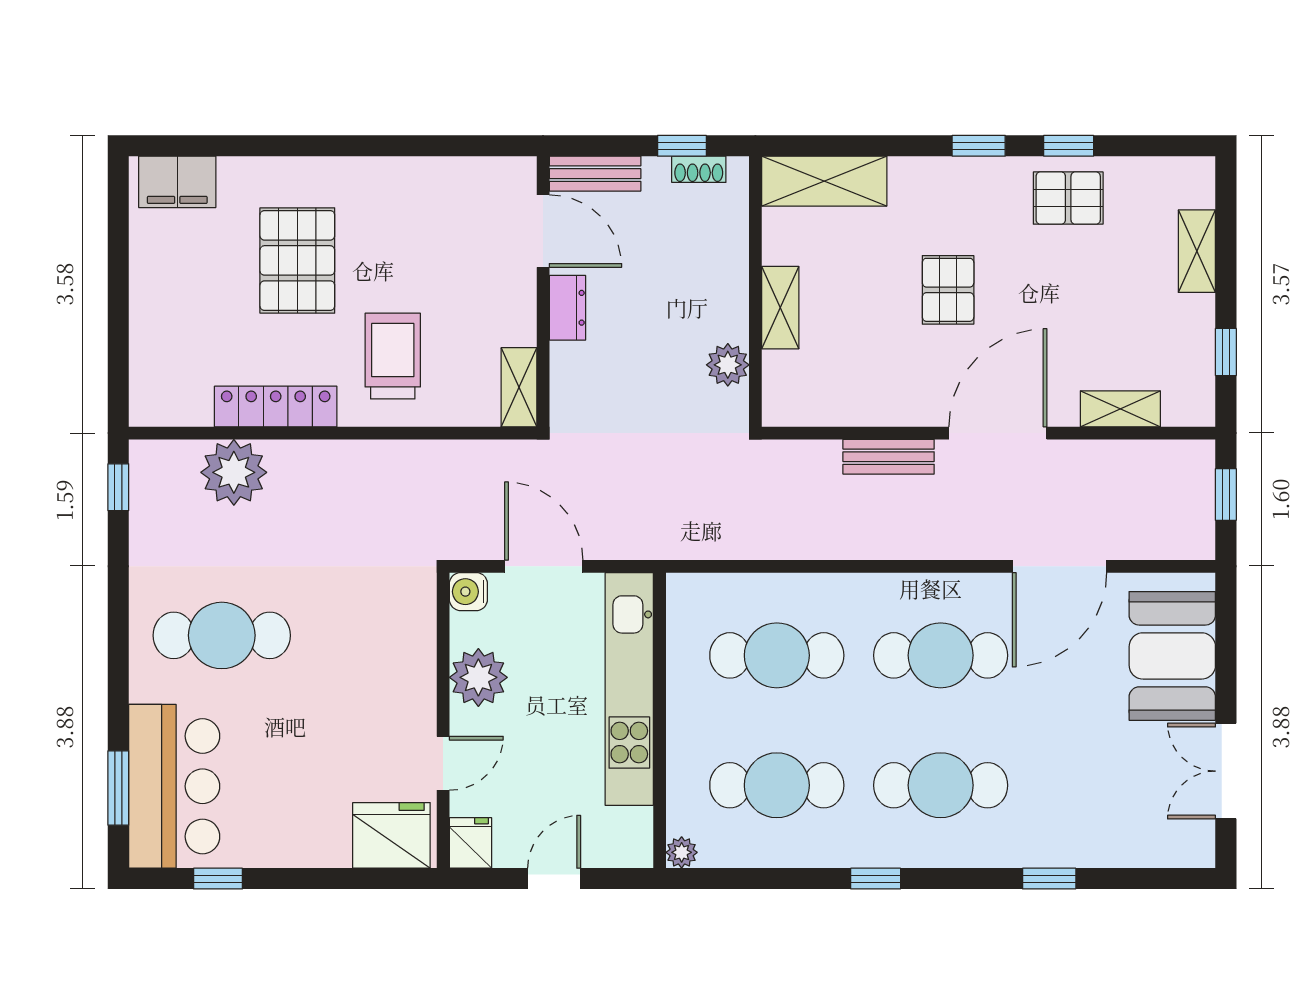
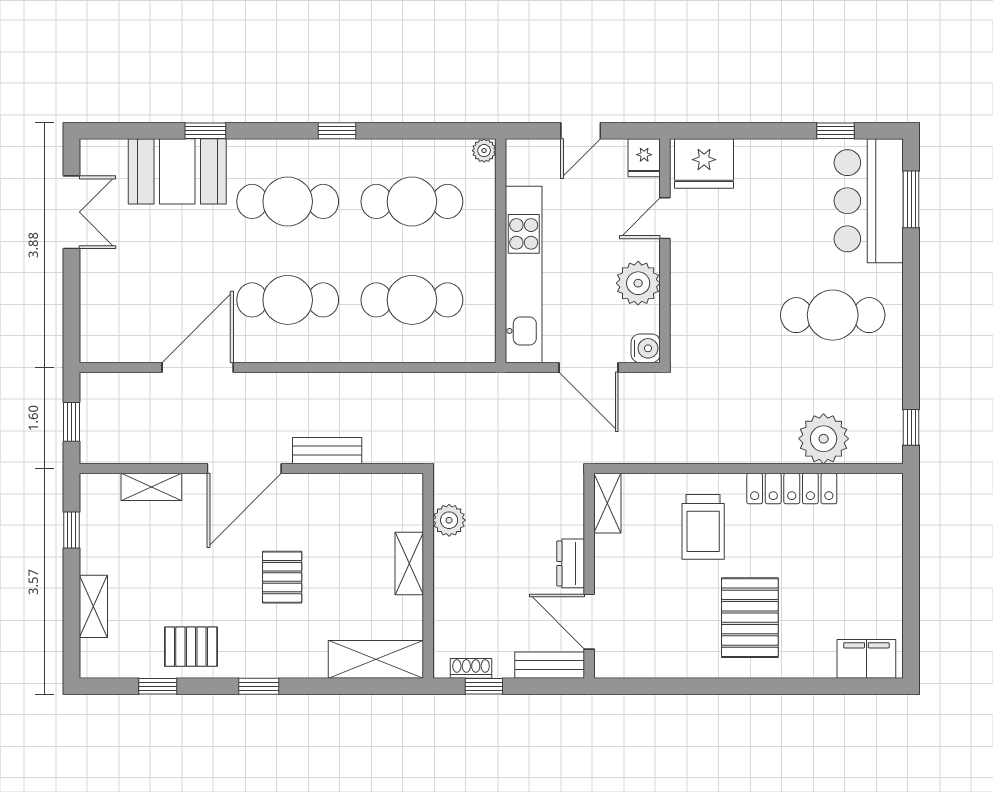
window: (1069, 146) -> (158, 686), moved
pallet: (297, 260) -> (750, 618), moved
booth: (1172, 656) -> (177, 171), moved, turned 90

